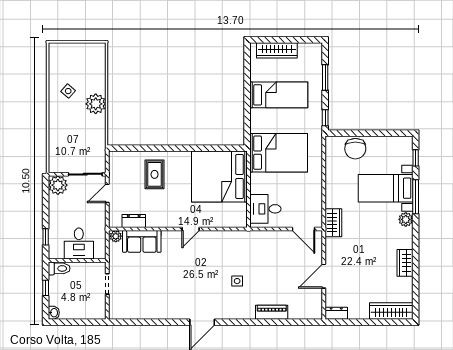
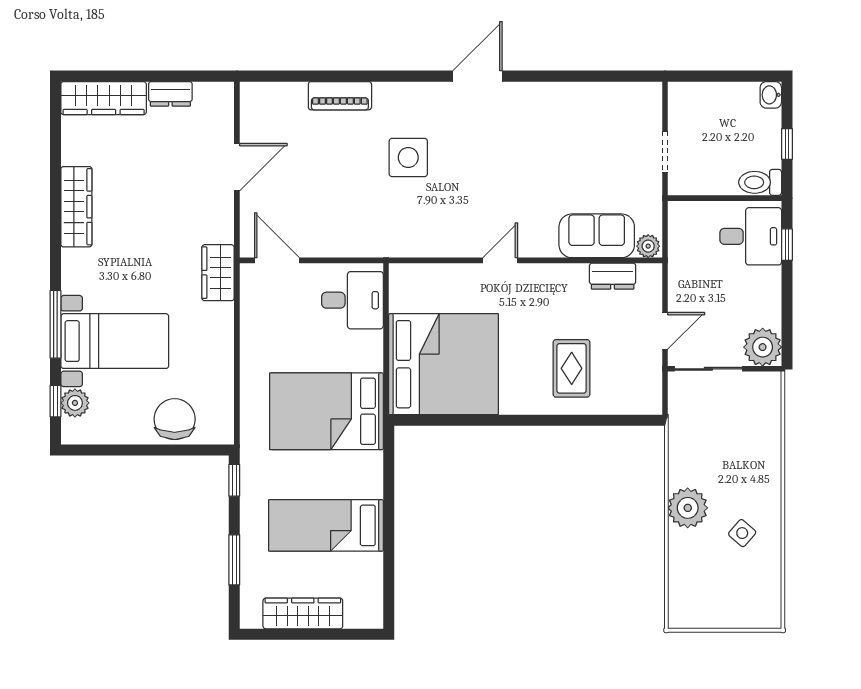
wardrobe: (277, 50) -> (303, 613), moved
plant: (406, 219) -> (75, 403), moved
desk: (79, 244) -> (751, 236), moved, turned 90
wardrobe: (405, 263) -> (76, 207), width x1.50
side table: (237, 281) -> (408, 157), width x1.87, depth x1.87
dresser: (336, 313) -> (170, 94), moved

